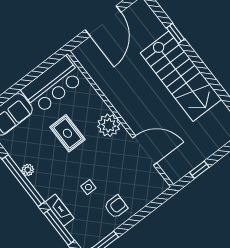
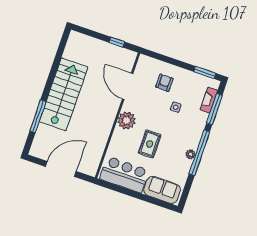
window: (175, 33) -> (38, 116), width x2.17
armchair: (116, 207) -> (164, 83), moved, turned 90
fireplace: (59, 210) -> (209, 100), moved

